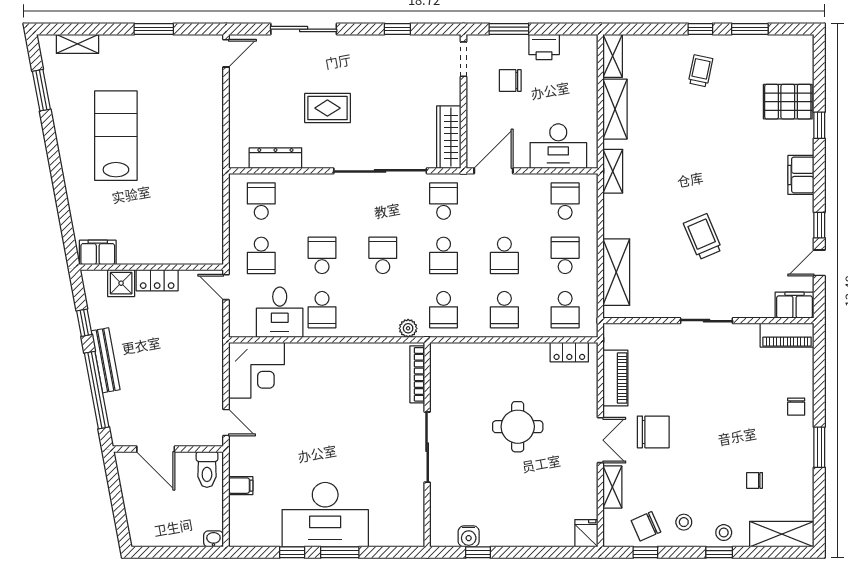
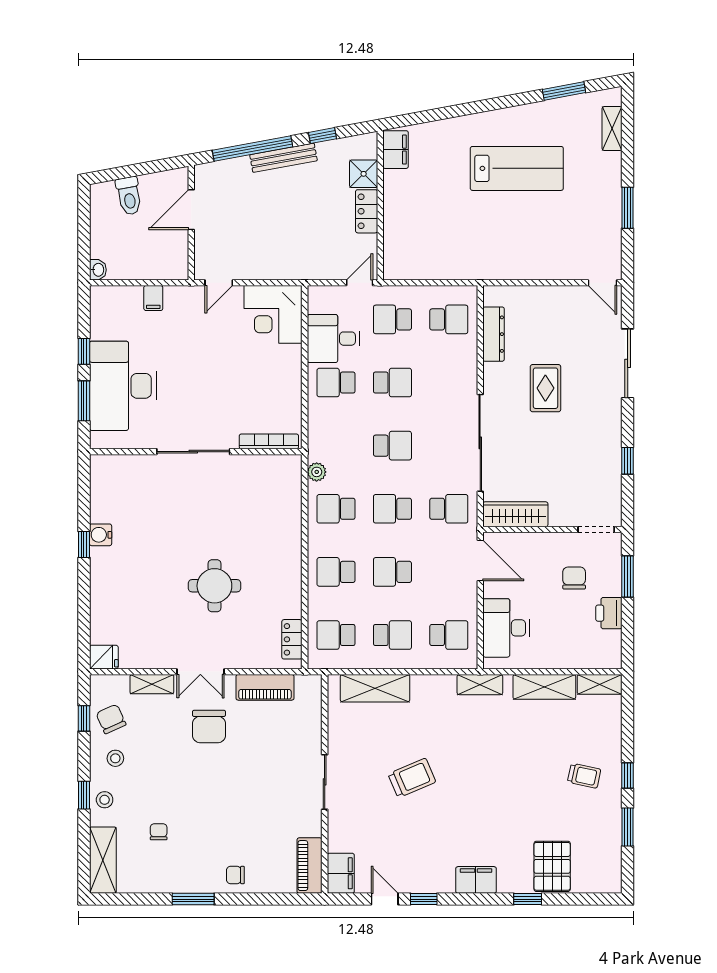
bookcase: (417, 374) -> (269, 441), moved
wall: (427, 445) -> (196, 452), moved
sliding door: (427, 447) -> (193, 452), moved
toilet: (207, 469) -> (129, 196), moved, turned -100

